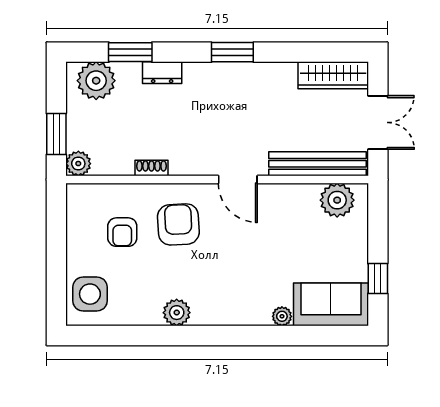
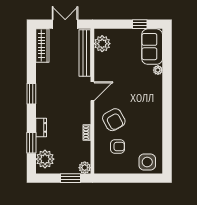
armchair: (178, 224) -> (114, 120), turned -116
plant: (177, 313) -> (156, 120), removed

